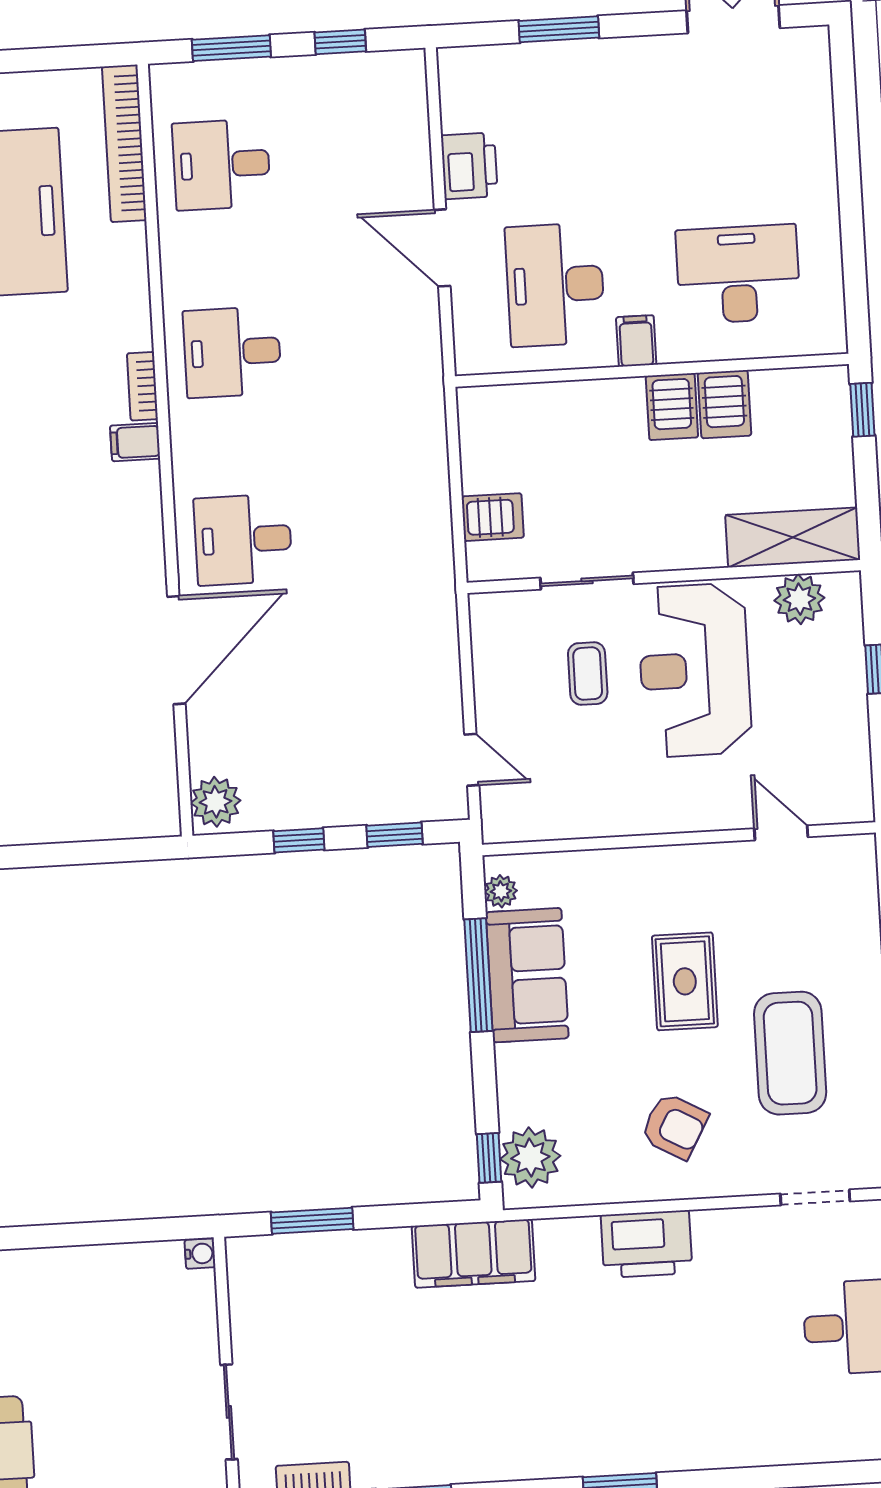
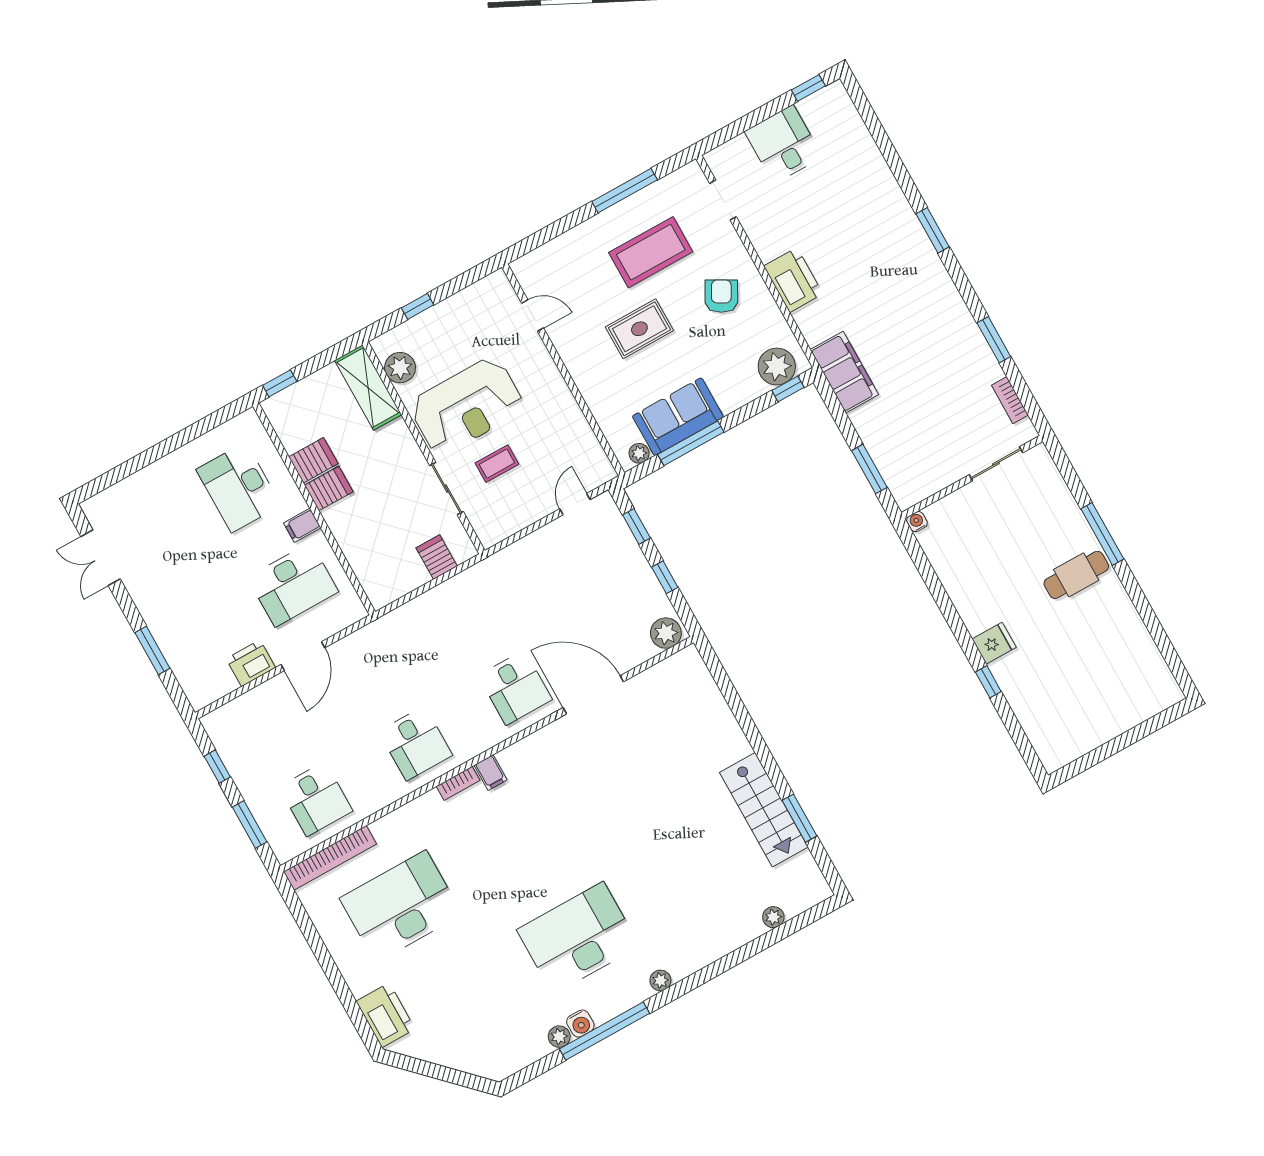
door: (781, 833) -> (533, 316), swing flipped

